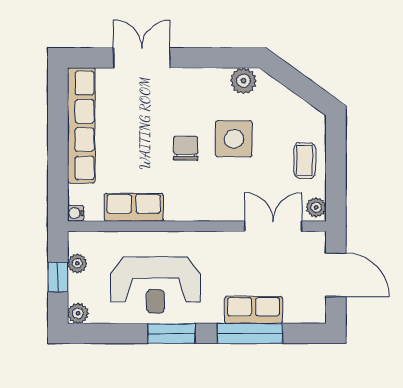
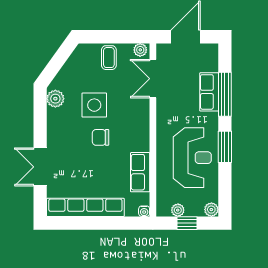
coffee table: (305, 161) -> (109, 58), turned 90

